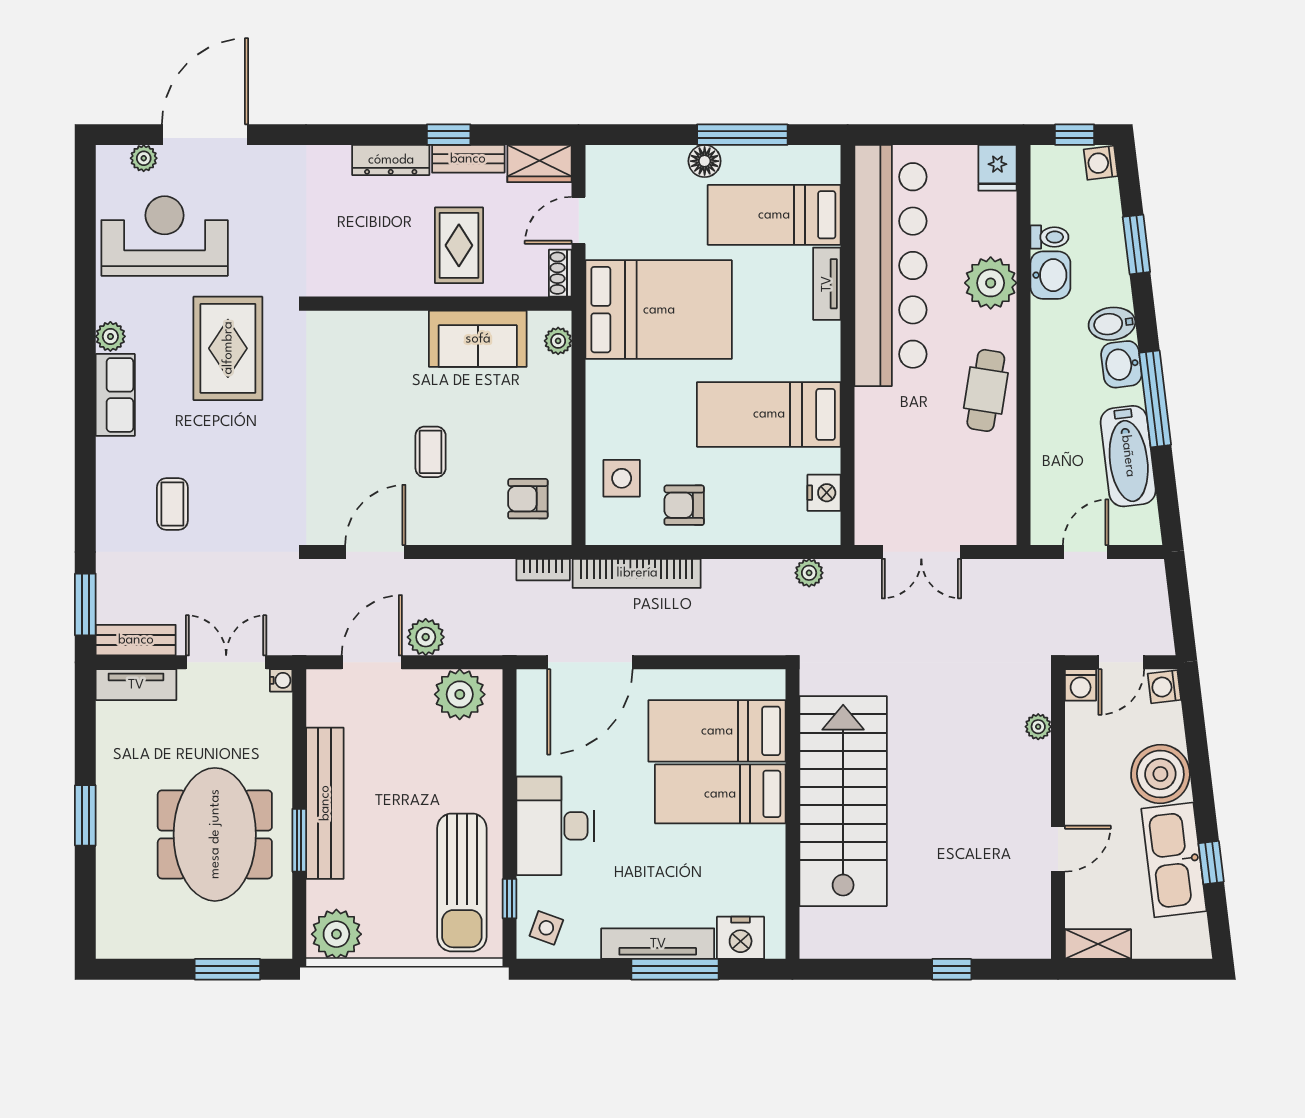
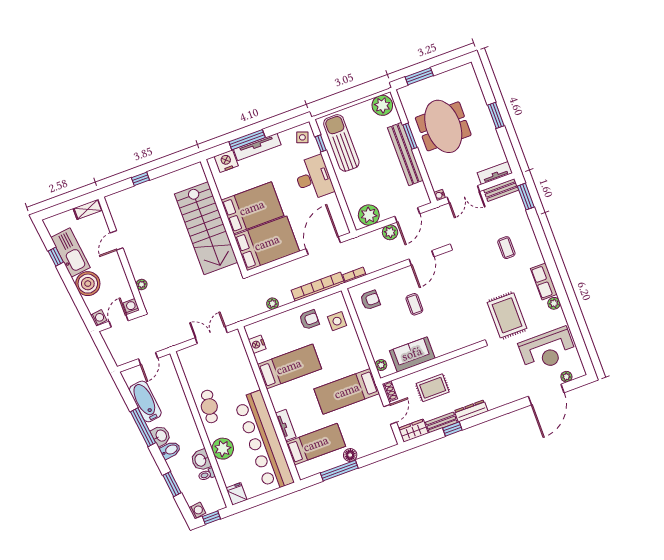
rug: (459, 245) -> (433, 388), turned 90
bed: (659, 310) -> (347, 391), width x0.67
plant: (809, 573) -> (272, 304), moved
bed: (717, 731) -> (267, 243), width x1.50
bed: (720, 794) -> (252, 208), width x1.50

